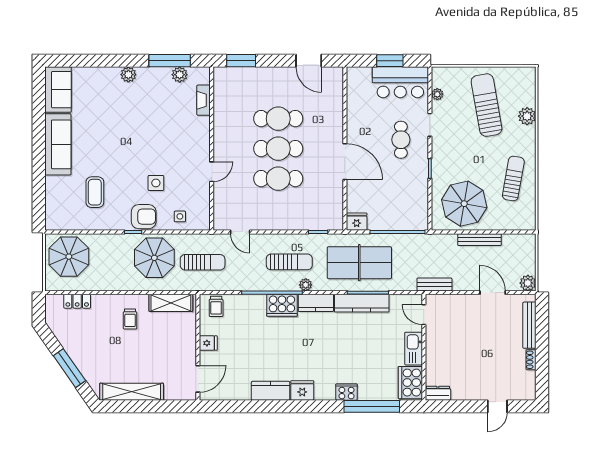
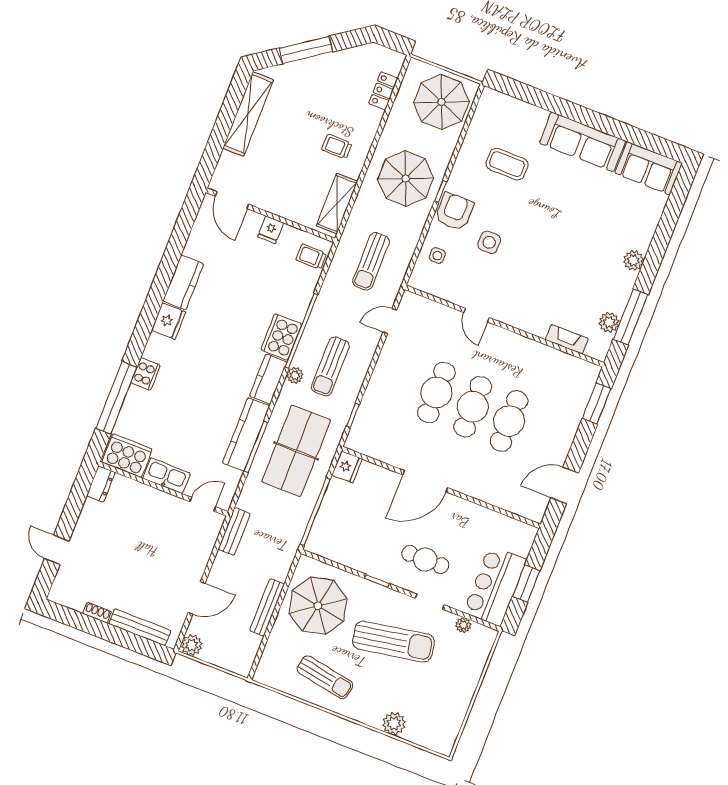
sun lounger: (487, 105) -> (393, 642), moved
armchair: (144, 217) -> (454, 212), turned 180
parasol: (154, 258) -> (406, 179), moved

